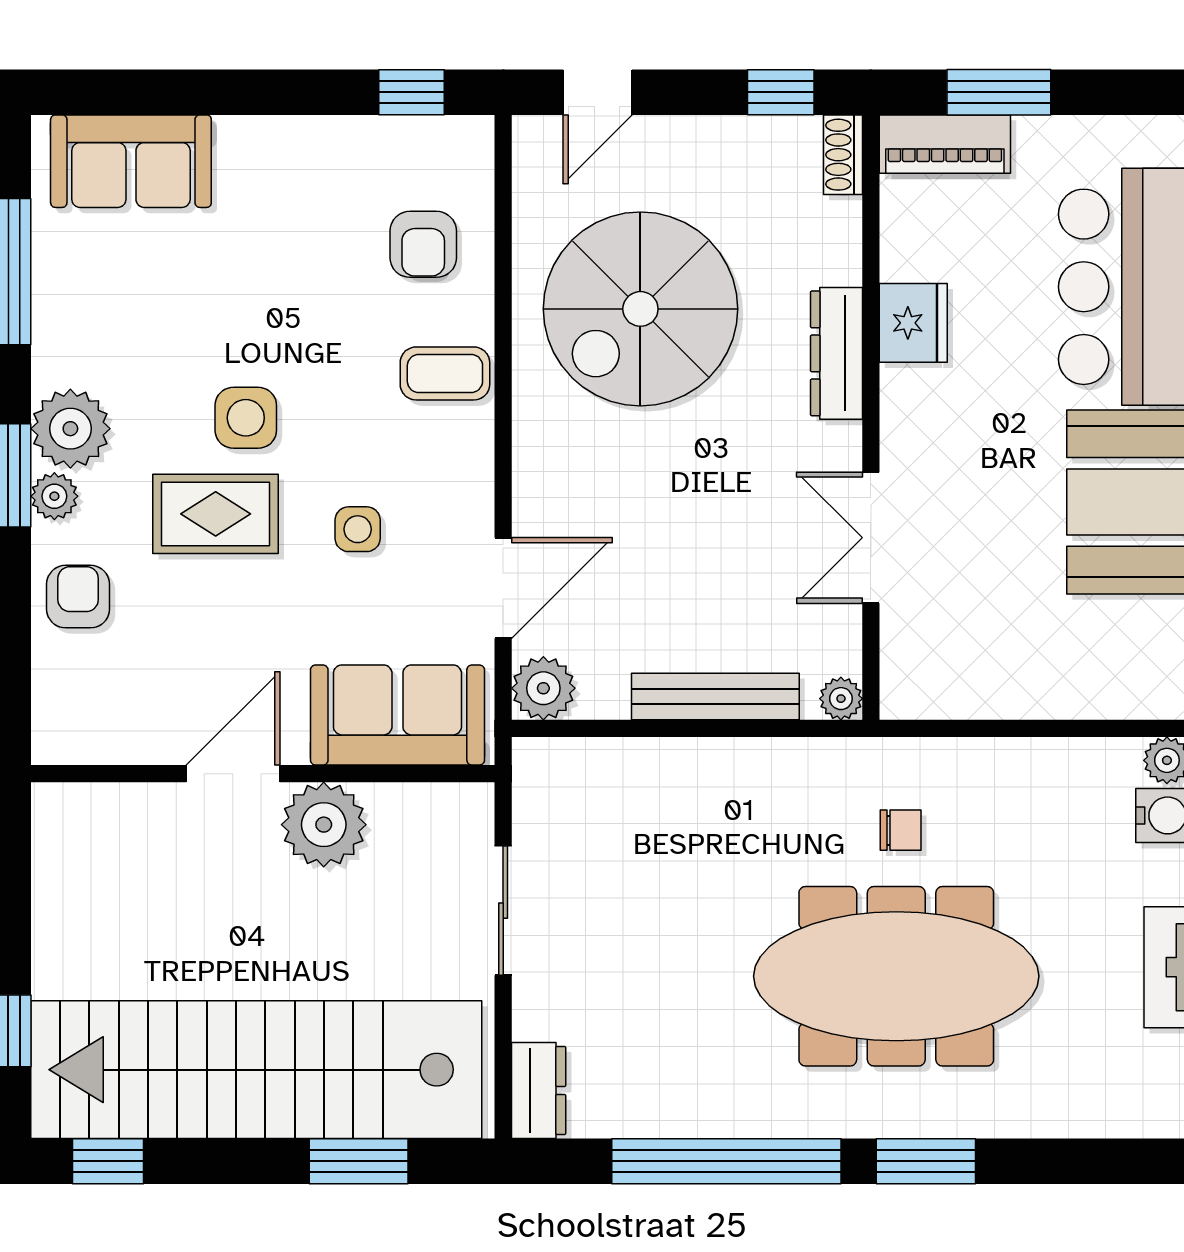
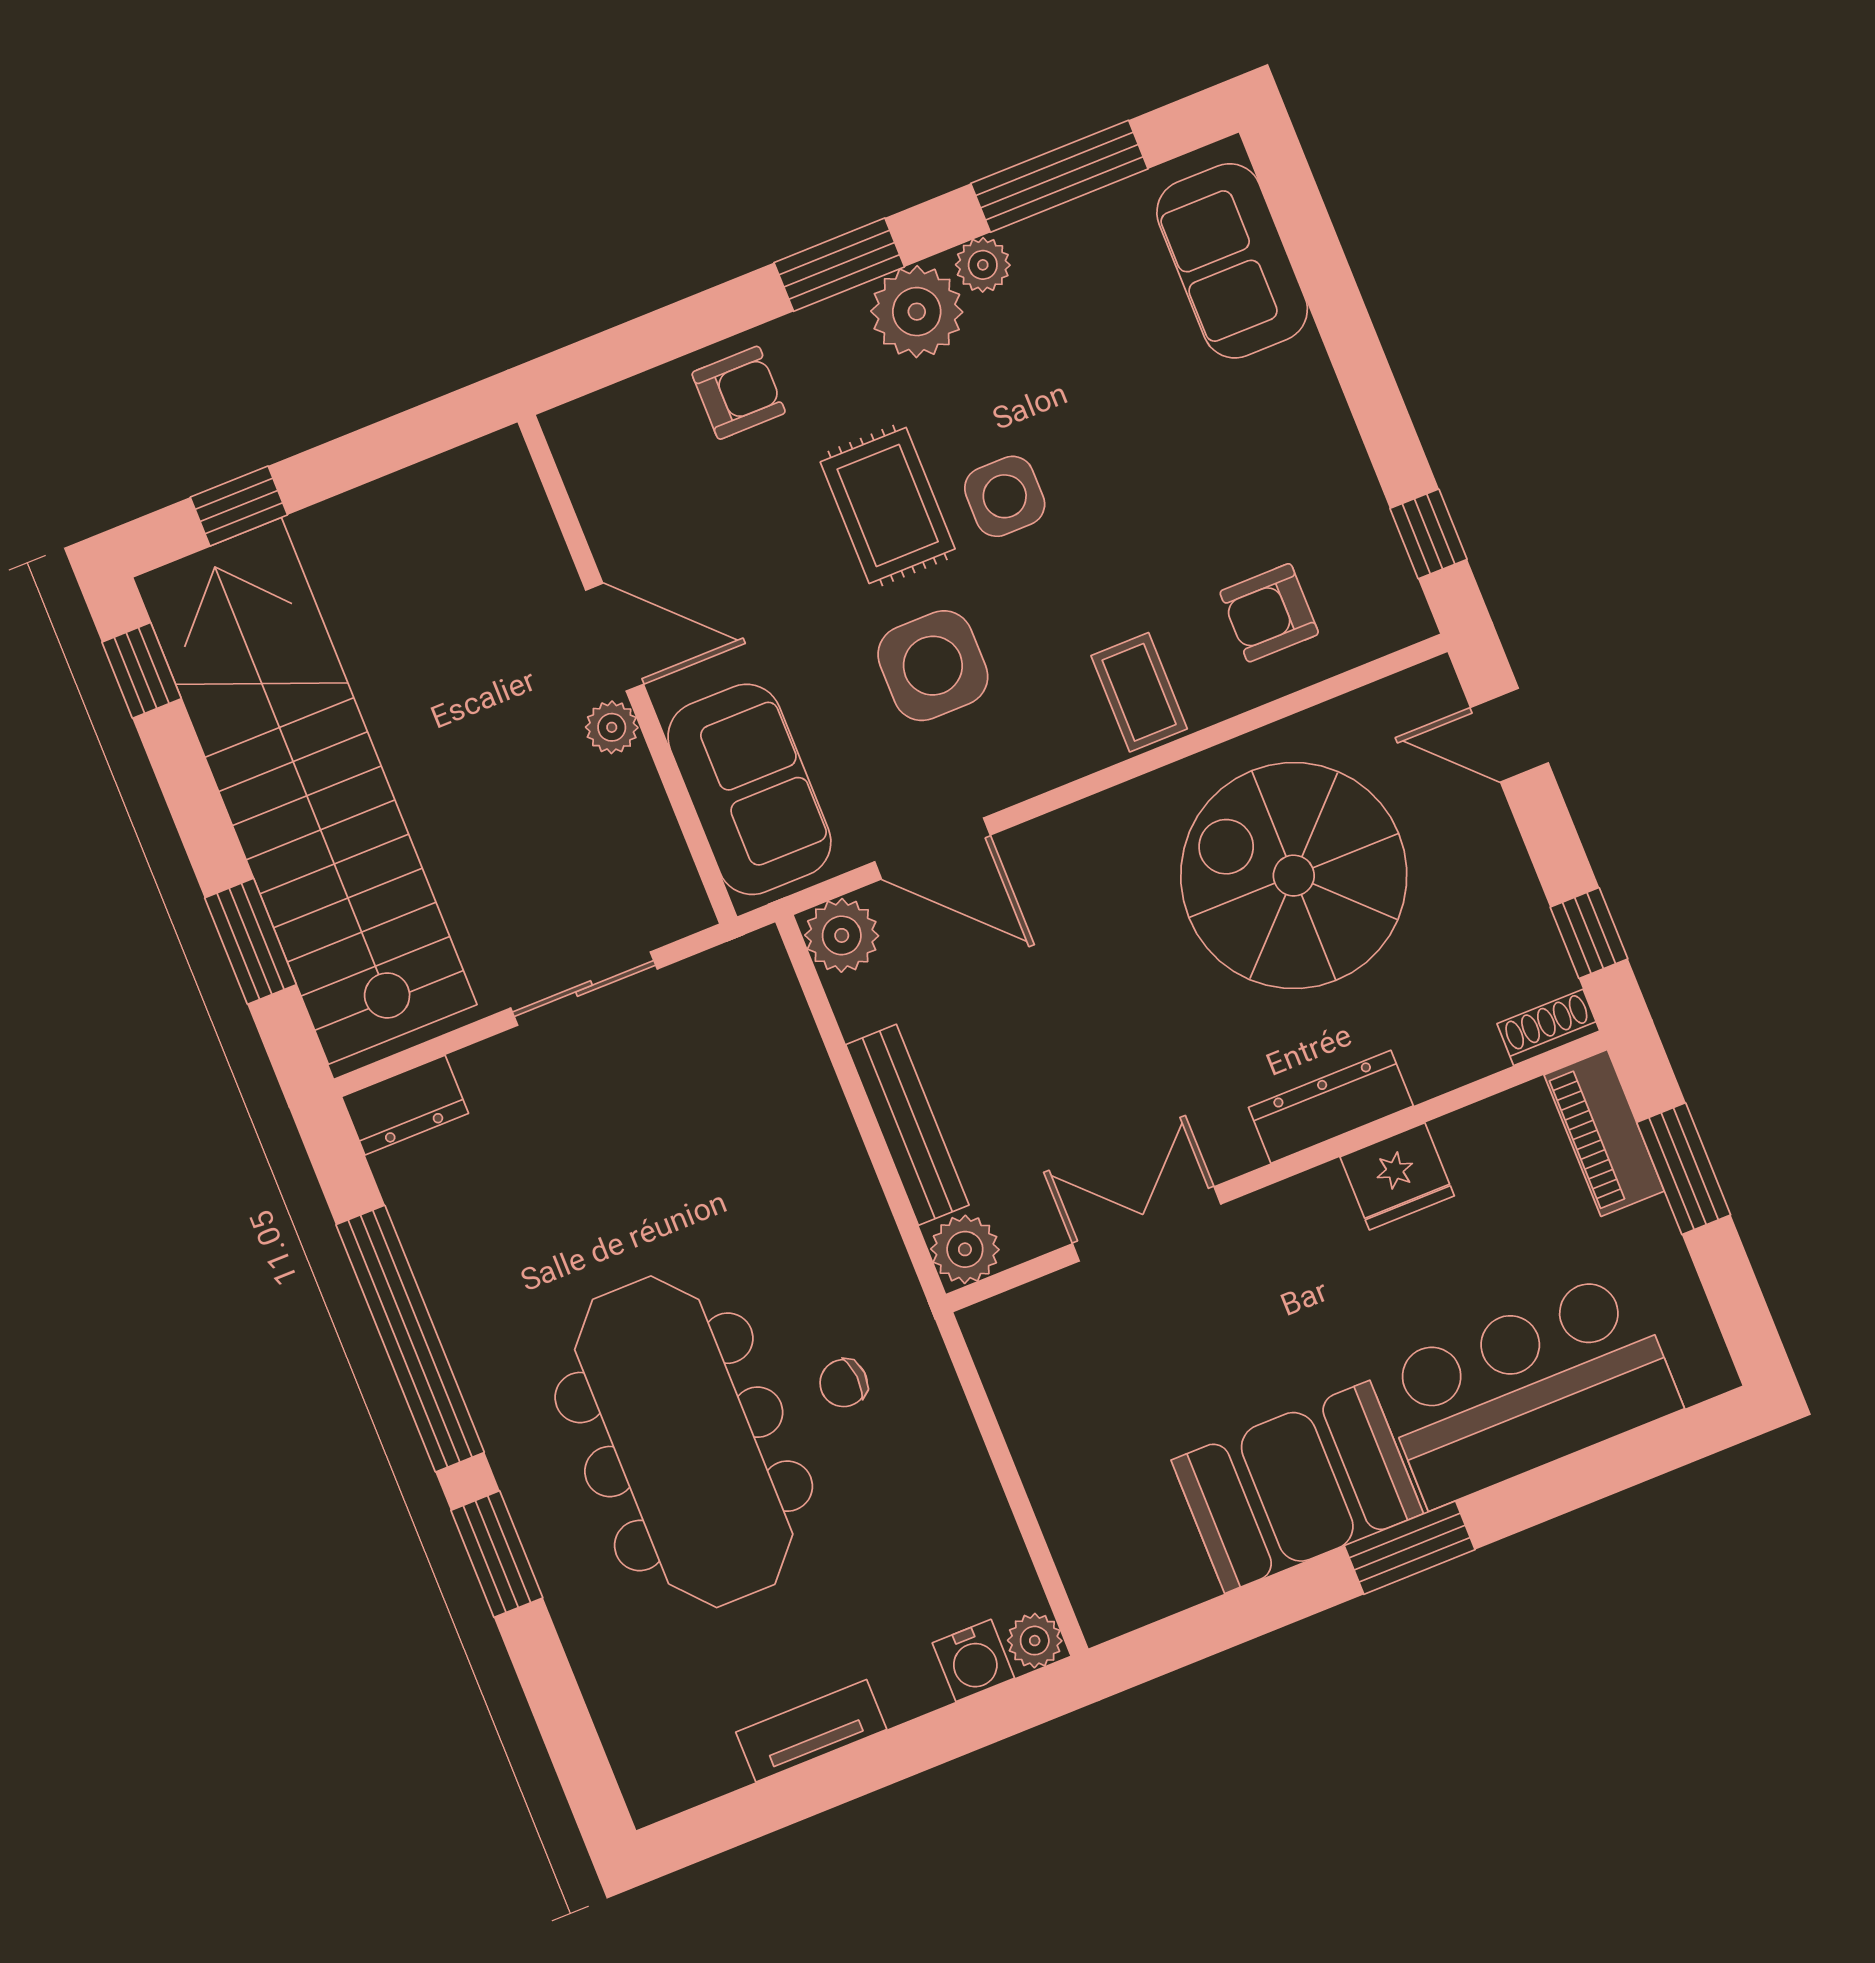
plant: (54, 496) -> (983, 265), moved
side table: (358, 529) -> (933, 666), width x1.87, depth x1.87
plant: (841, 699) -> (965, 1249), width x1.38, depth x1.38
plant: (324, 825) -> (612, 727), width x0.53, depth x0.53
chair: (901, 830) -> (844, 1383), turned 86

